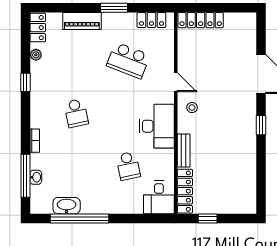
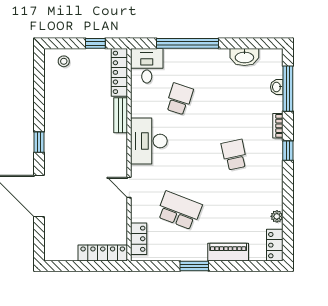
locker: (151, 20) -> (139, 239), moved, turned 90
window: (25, 82) -> (288, 151), moved
stool: (192, 108) -> (64, 61), moved
school desk: (128, 166) -> (179, 99), turned 30
window: (79, 219) -> (188, 43), moved

